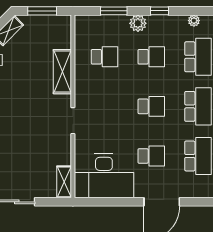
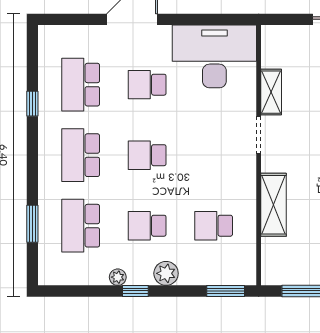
window: (114, 11) -> (226, 291), moved
plant: (194, 21) -> (118, 277), moved
shelving: (64, 182) -> (271, 92), moved

